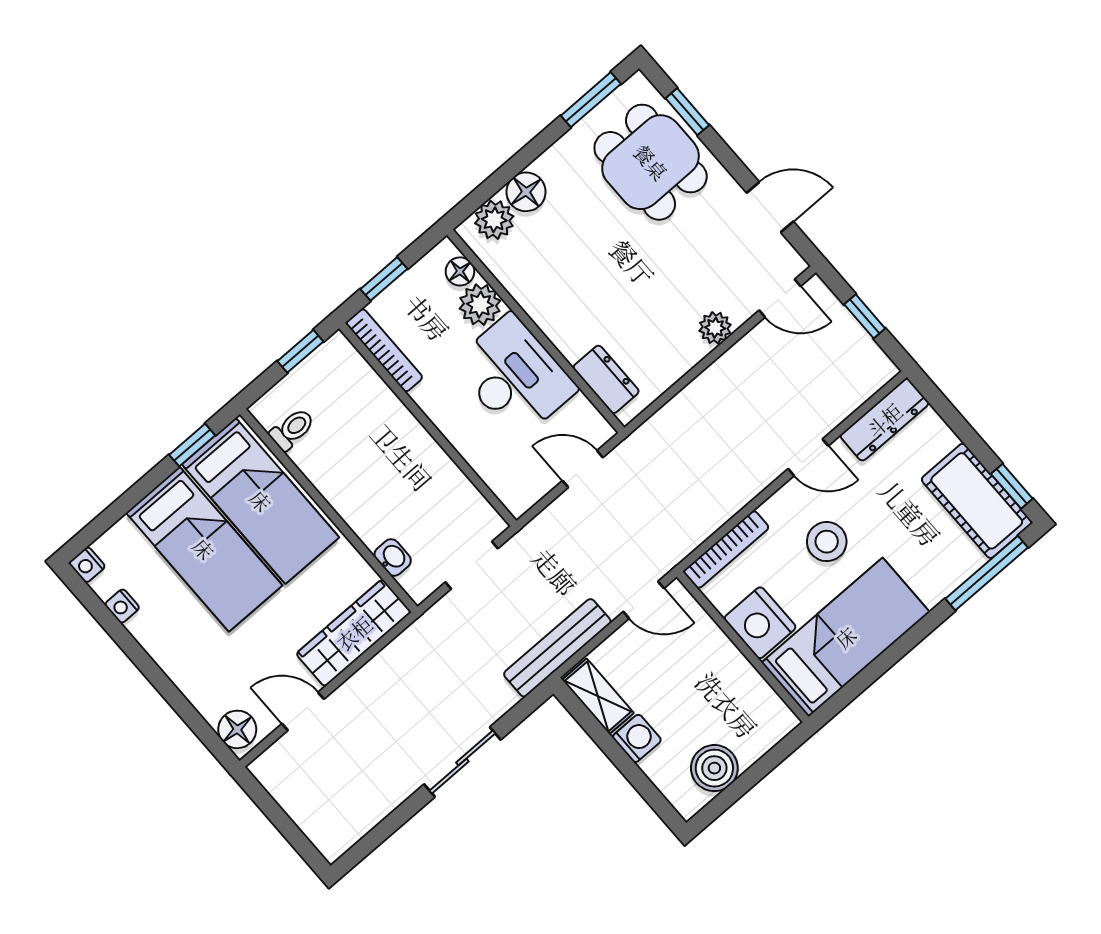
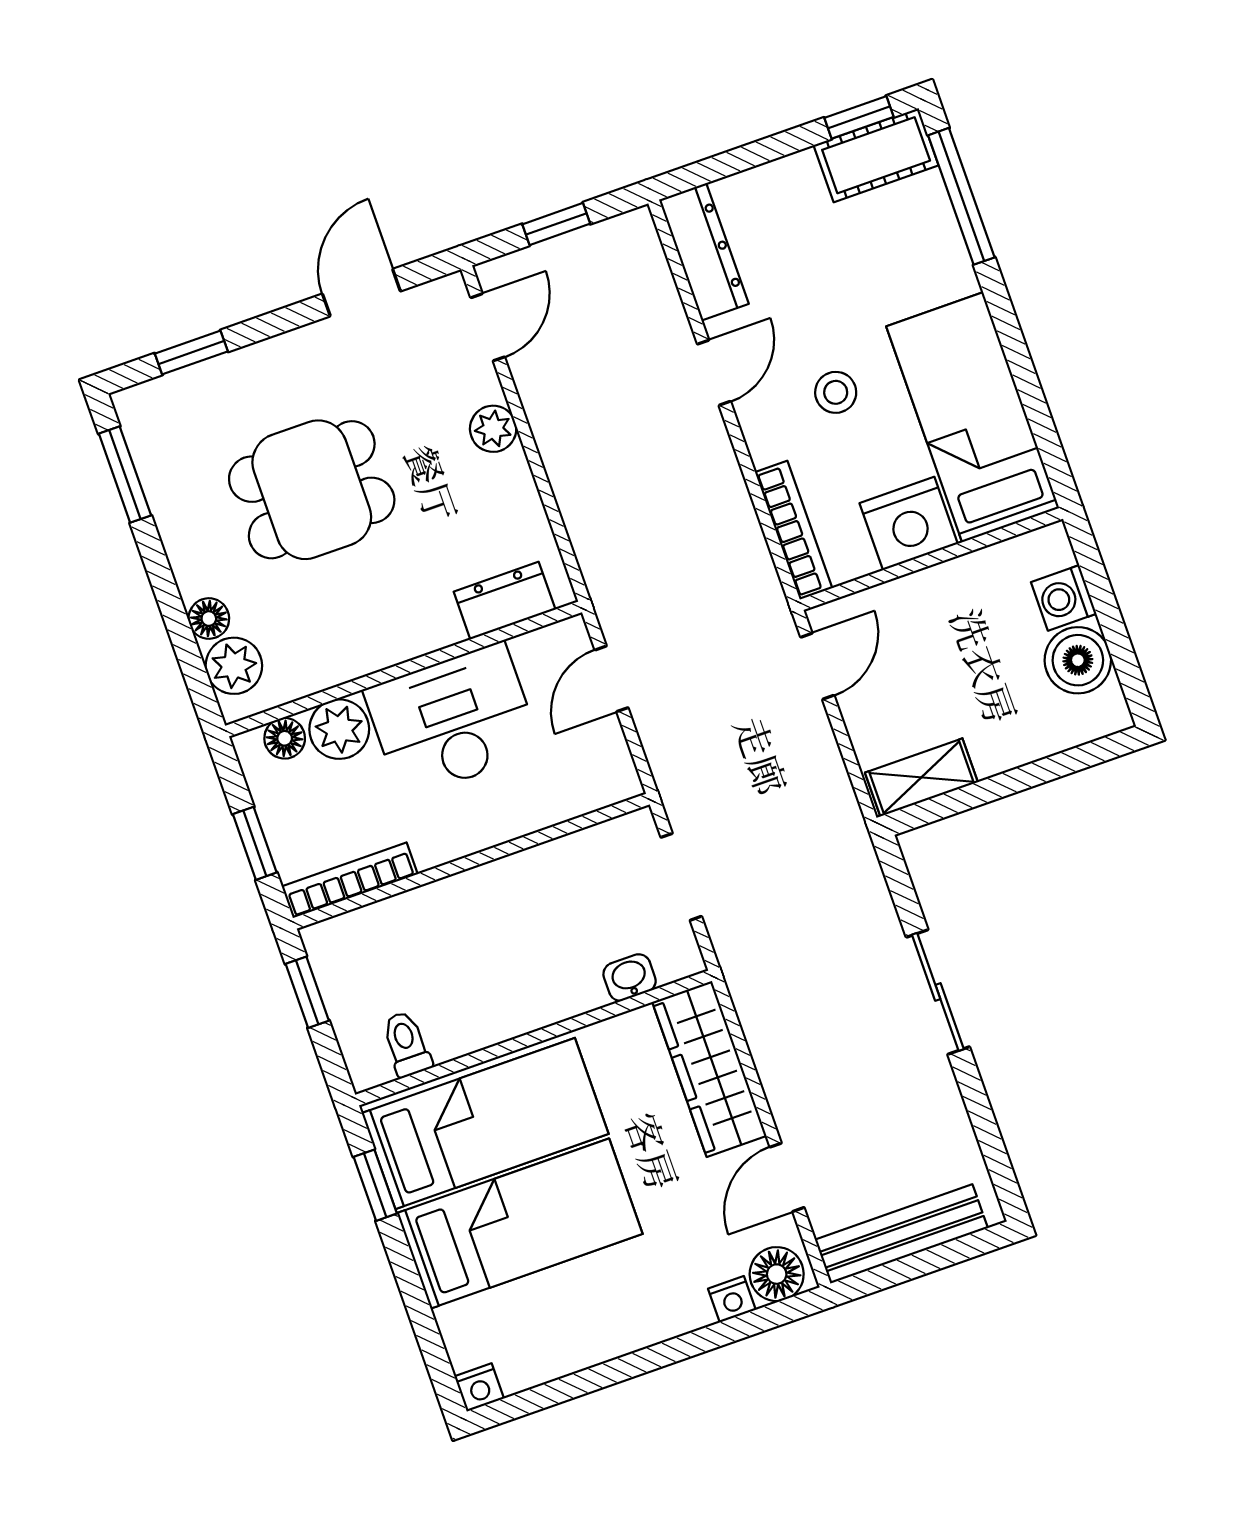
dining table: (651, 162) -> (312, 490), moved
floor lamp: (526, 192) -> (209, 619), width x0.73, depth x0.73
cot: (977, 501) -> (876, 155), width x0.73, depth x0.75
stool: (827, 542) -> (836, 392), width x0.73, depth x0.73
nightstand: (122, 606) -> (732, 1299), moved
bench: (557, 648) -> (901, 1234), moved, turned 90
washing machine: (637, 738) -> (1064, 598), moved, turned -90

